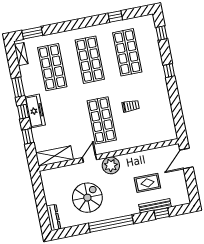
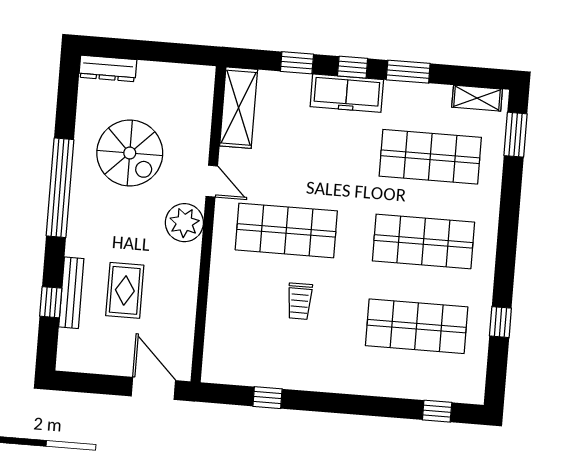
window: (169, 71) -> (268, 398), moved

